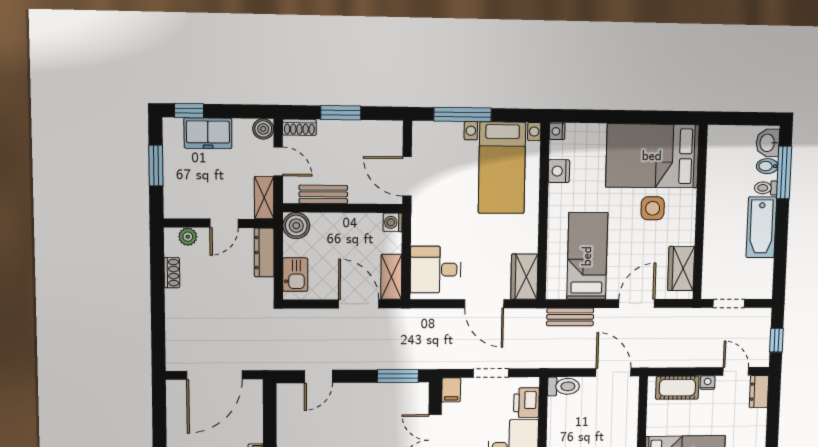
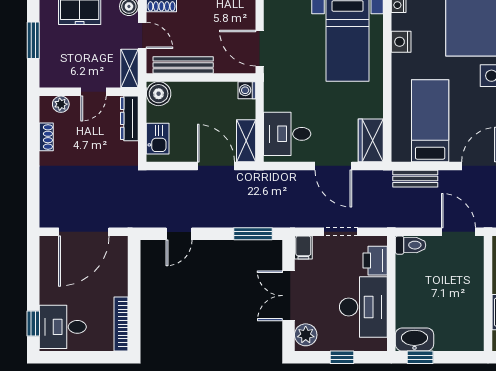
bench: (323, 194) -> (183, 65), width x1.36

